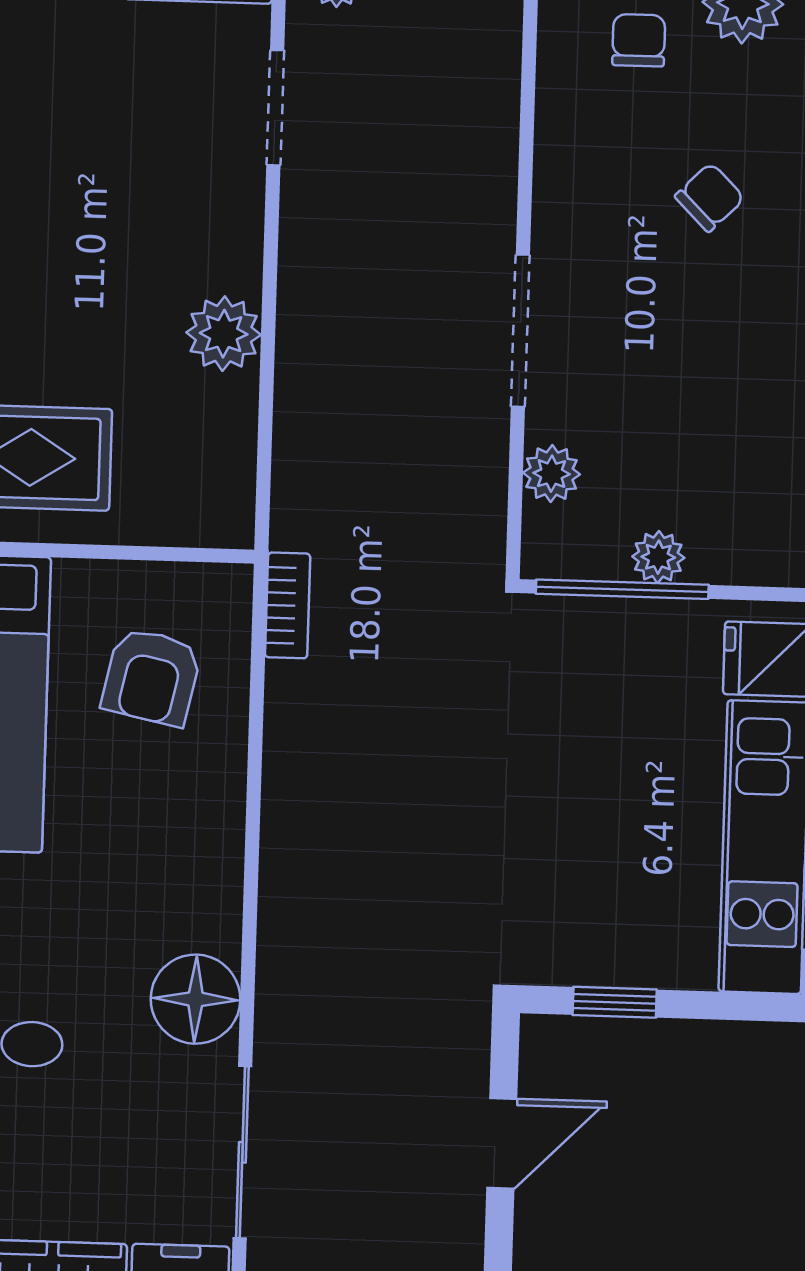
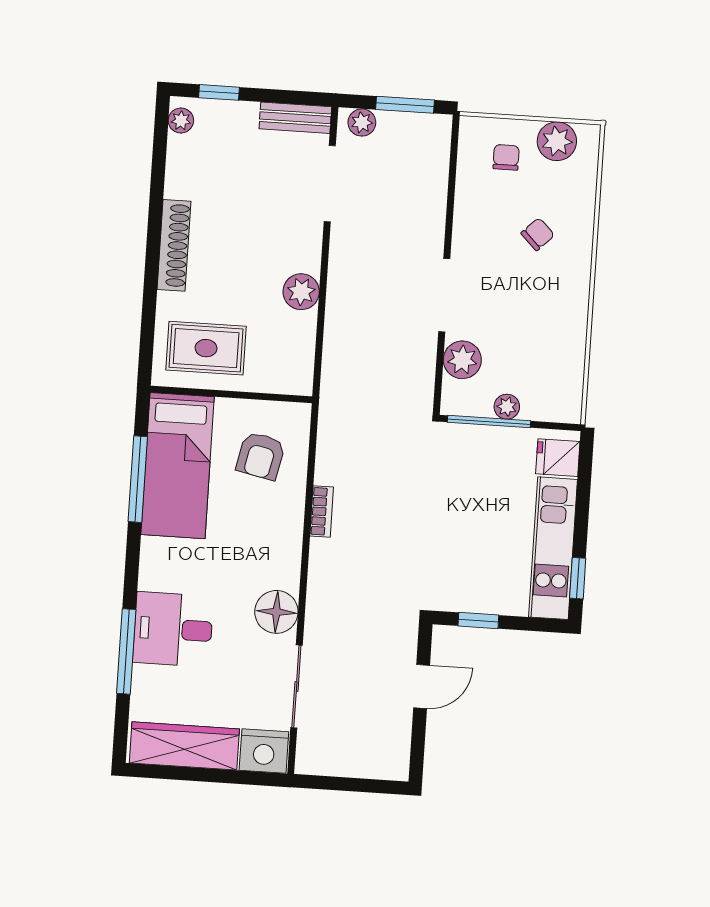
doorway: (275, 108) -> (330, 184), width x1.38
plant: (552, 474) -> (462, 360), width x1.38, depth x1.38
bookcase: (288, 605) -> (322, 511), moved

